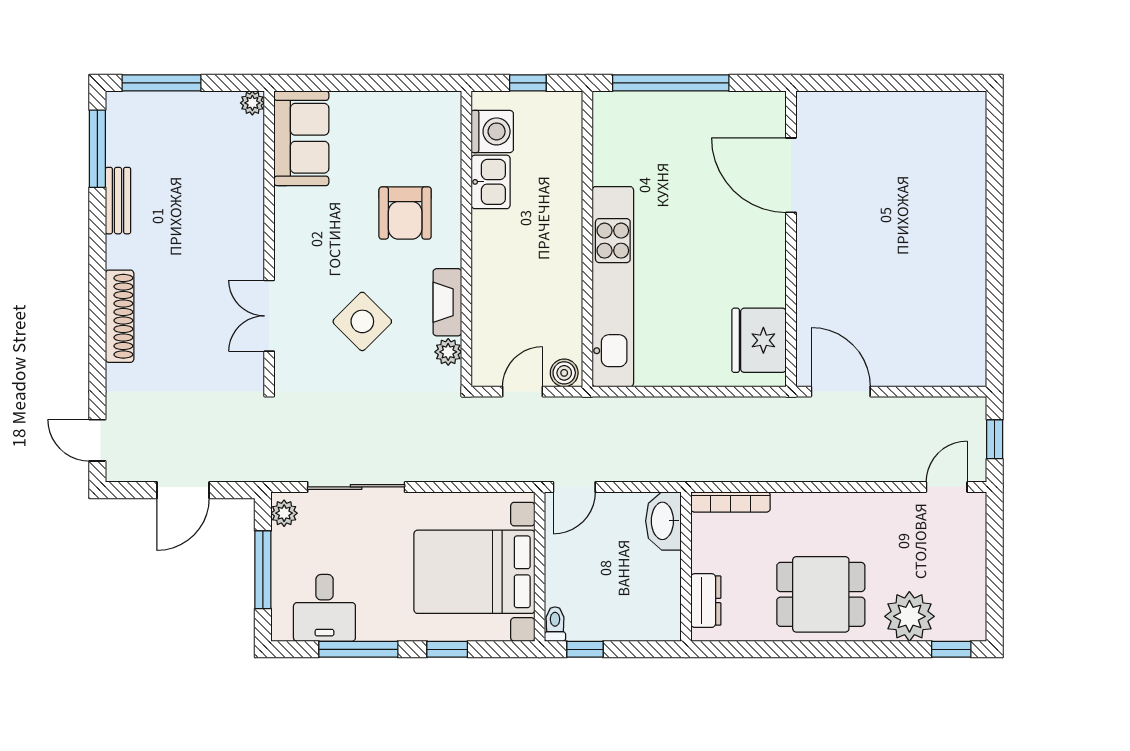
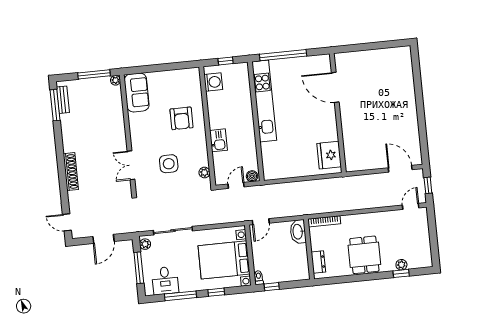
window: (162, 83) -> (94, 74), moved
kitchen sink: (491, 182) -> (218, 140), moved
bench: (118, 201) -> (63, 100), moved
kitchen unit: (613, 287) -> (264, 101), moved
fireplace: (447, 302) -> (202, 153), removed
side table: (362, 321) -> (169, 164), turned 45
door: (841, 392) -> (400, 169), moved
dining table: (821, 594) -> (364, 255), turned 90
plant: (909, 616) -> (401, 265), width x0.53, depth x0.53
window: (951, 649) -> (401, 273), moved

